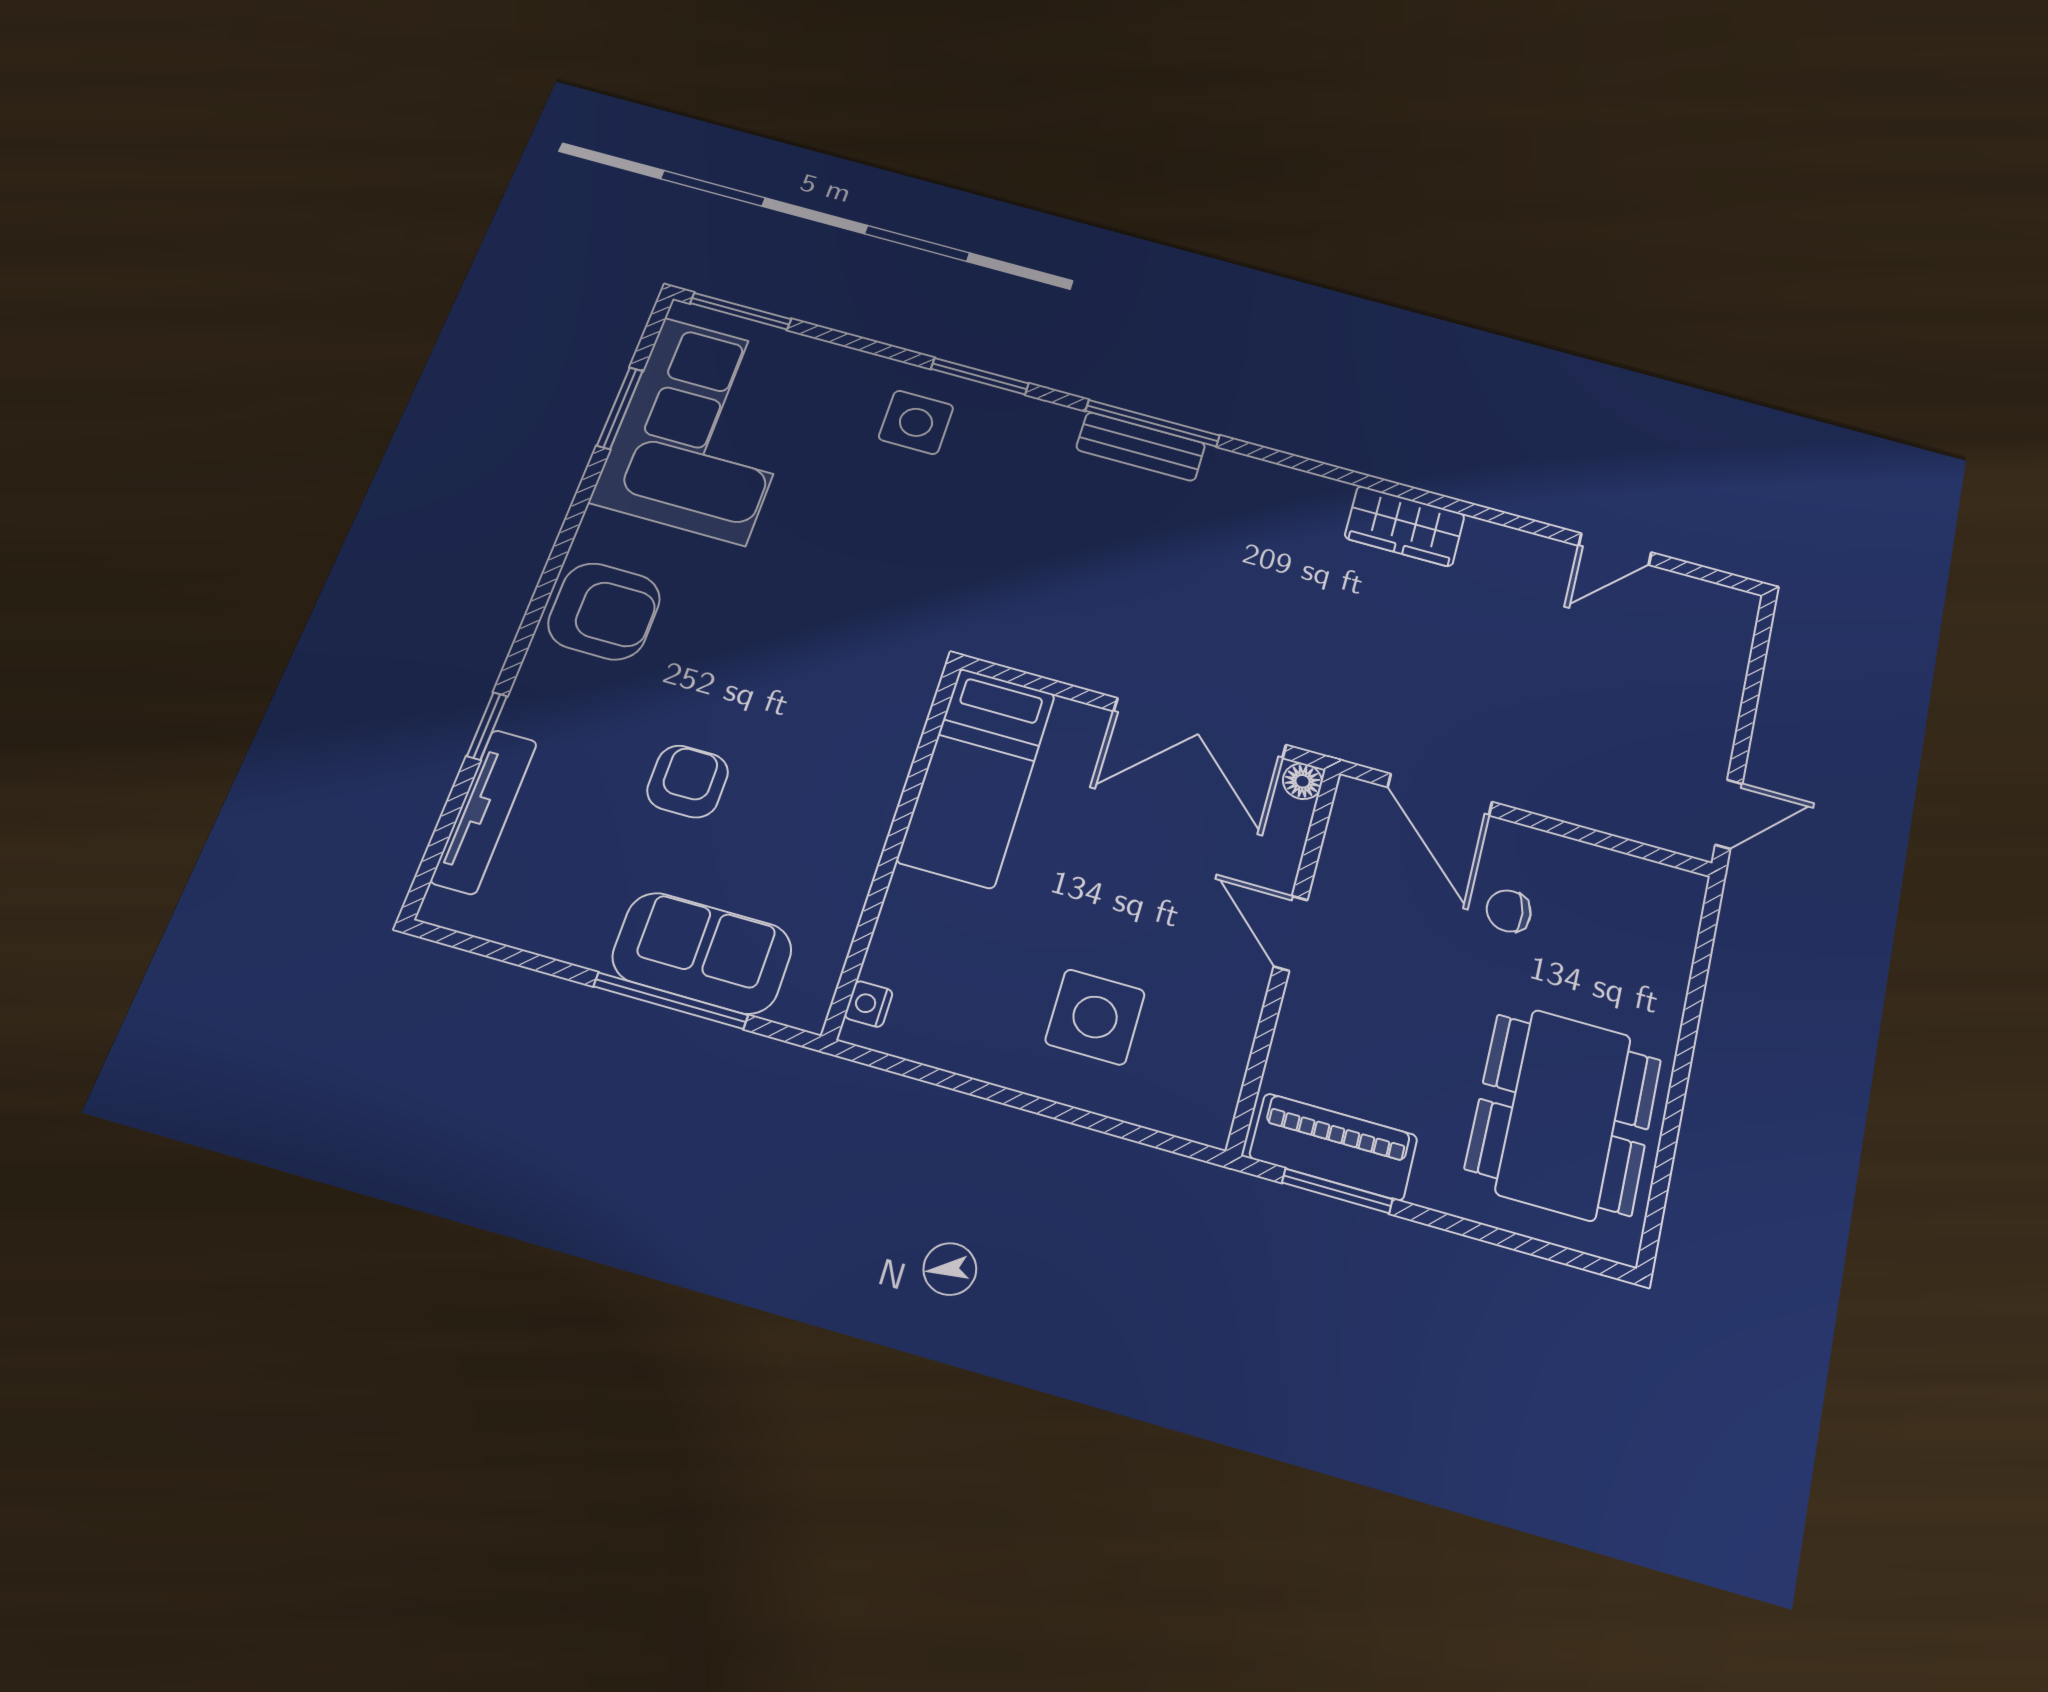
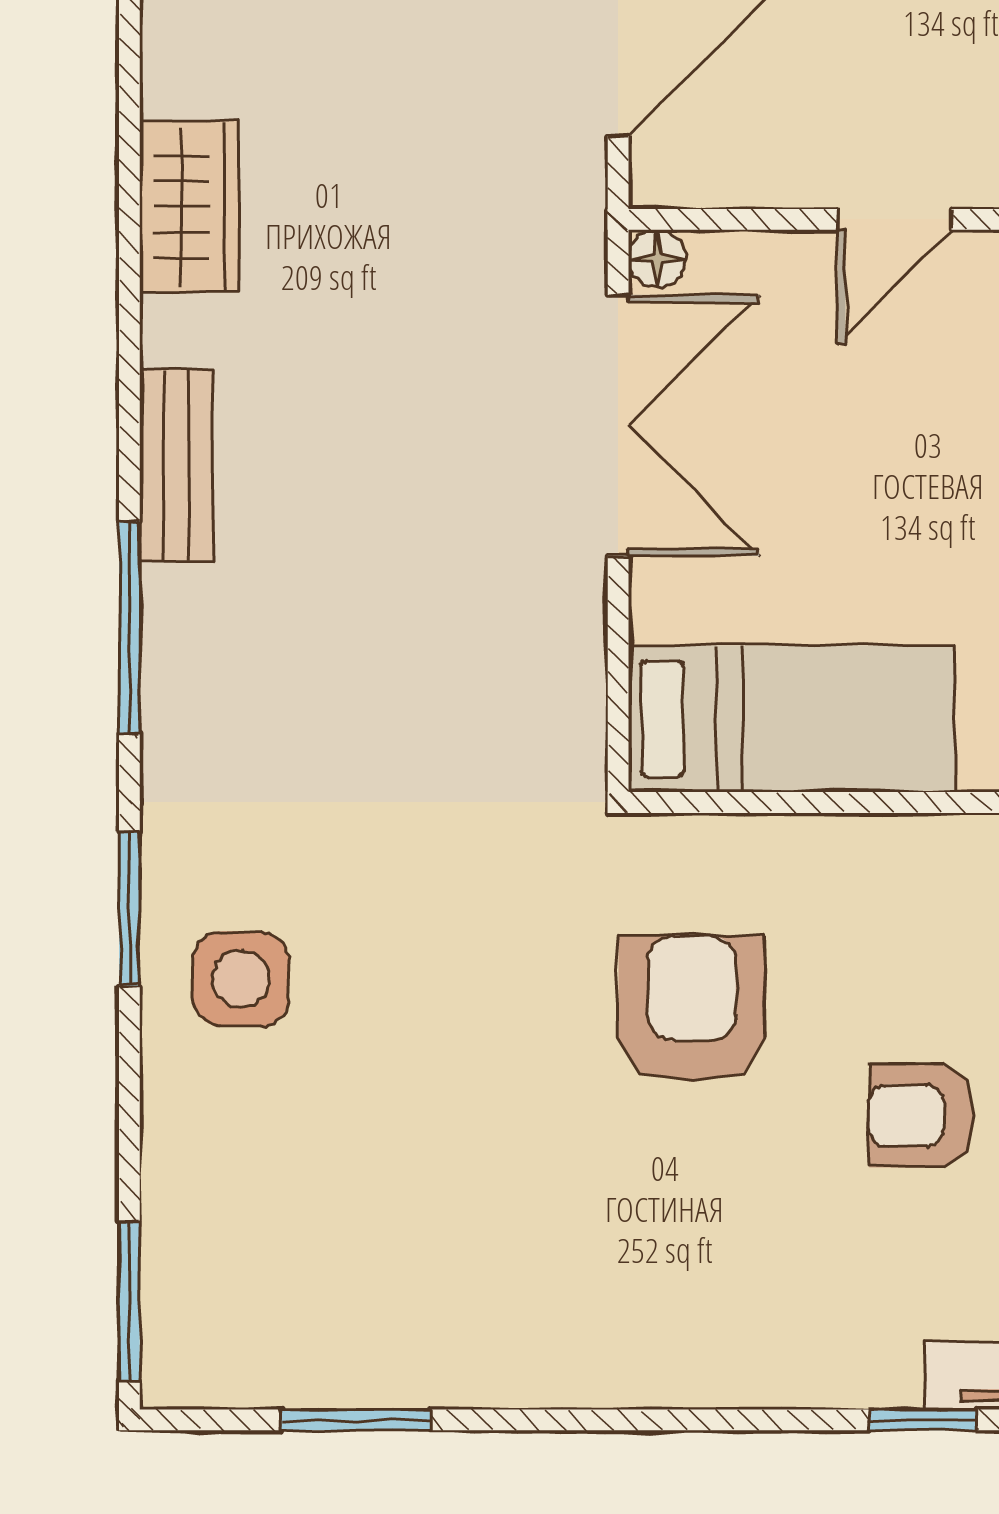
corner sofa: (704, 430) -> (353, 1285), removed
bench: (1141, 447) -> (176, 465), moved
armchair: (604, 611) -> (692, 1009), moved

